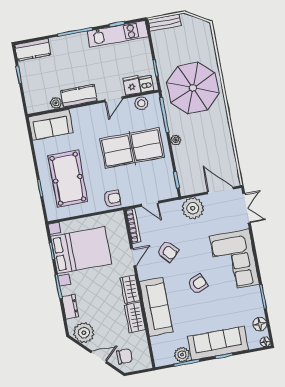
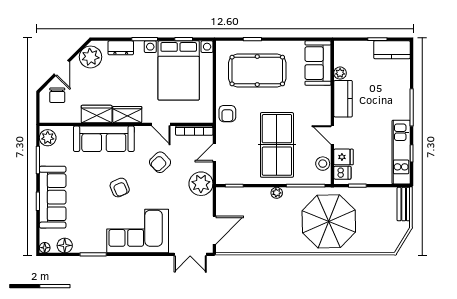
kitchen counter: (33, 50) -> (392, 50), moved, turned -90
plant: (193, 208) -> (201, 184), moved
plant: (182, 355) -> (48, 138), moved

